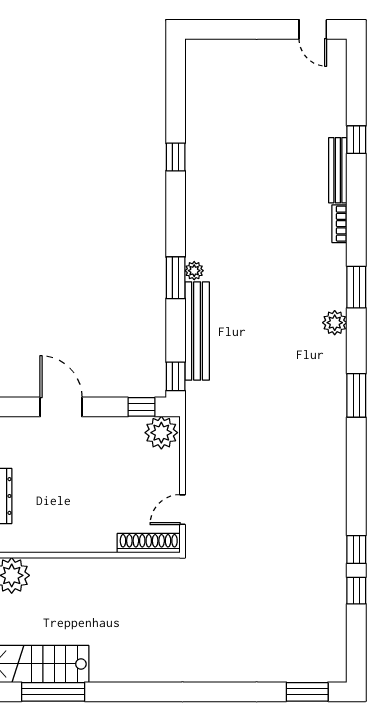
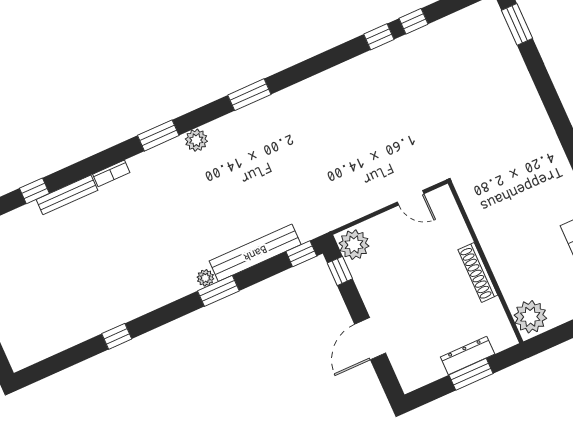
shoe rack: (149, 543) -> (478, 272), moved

